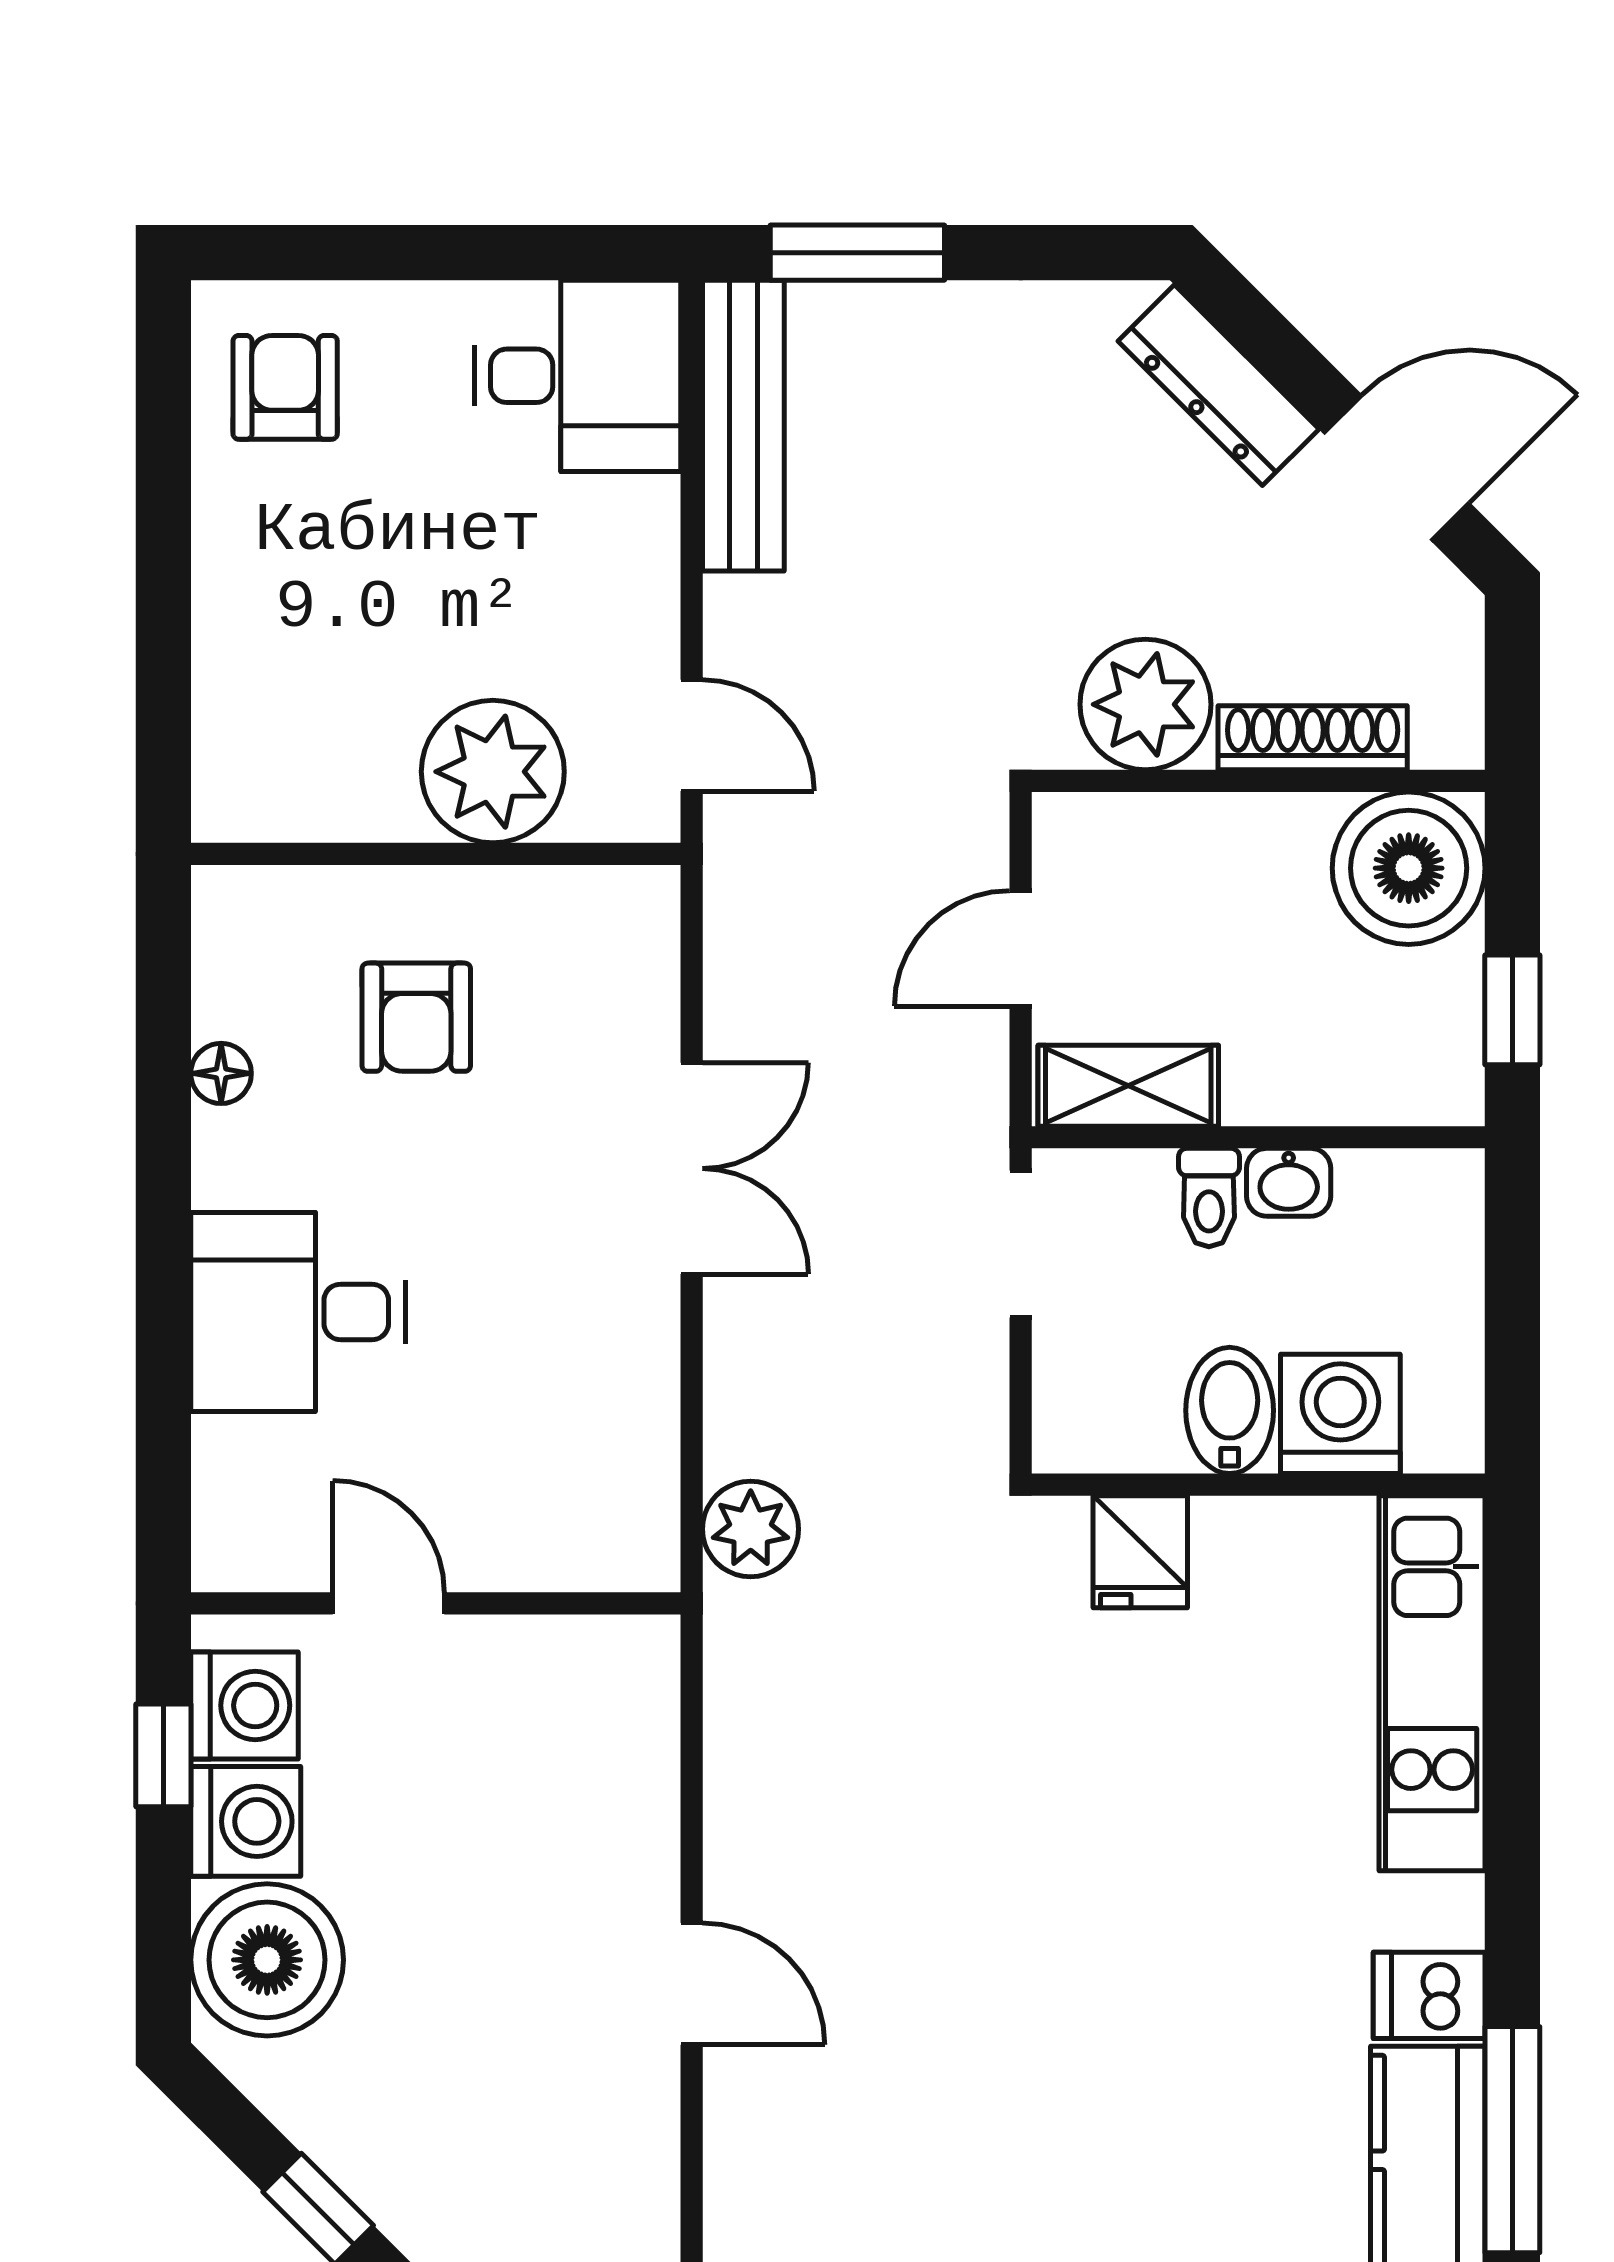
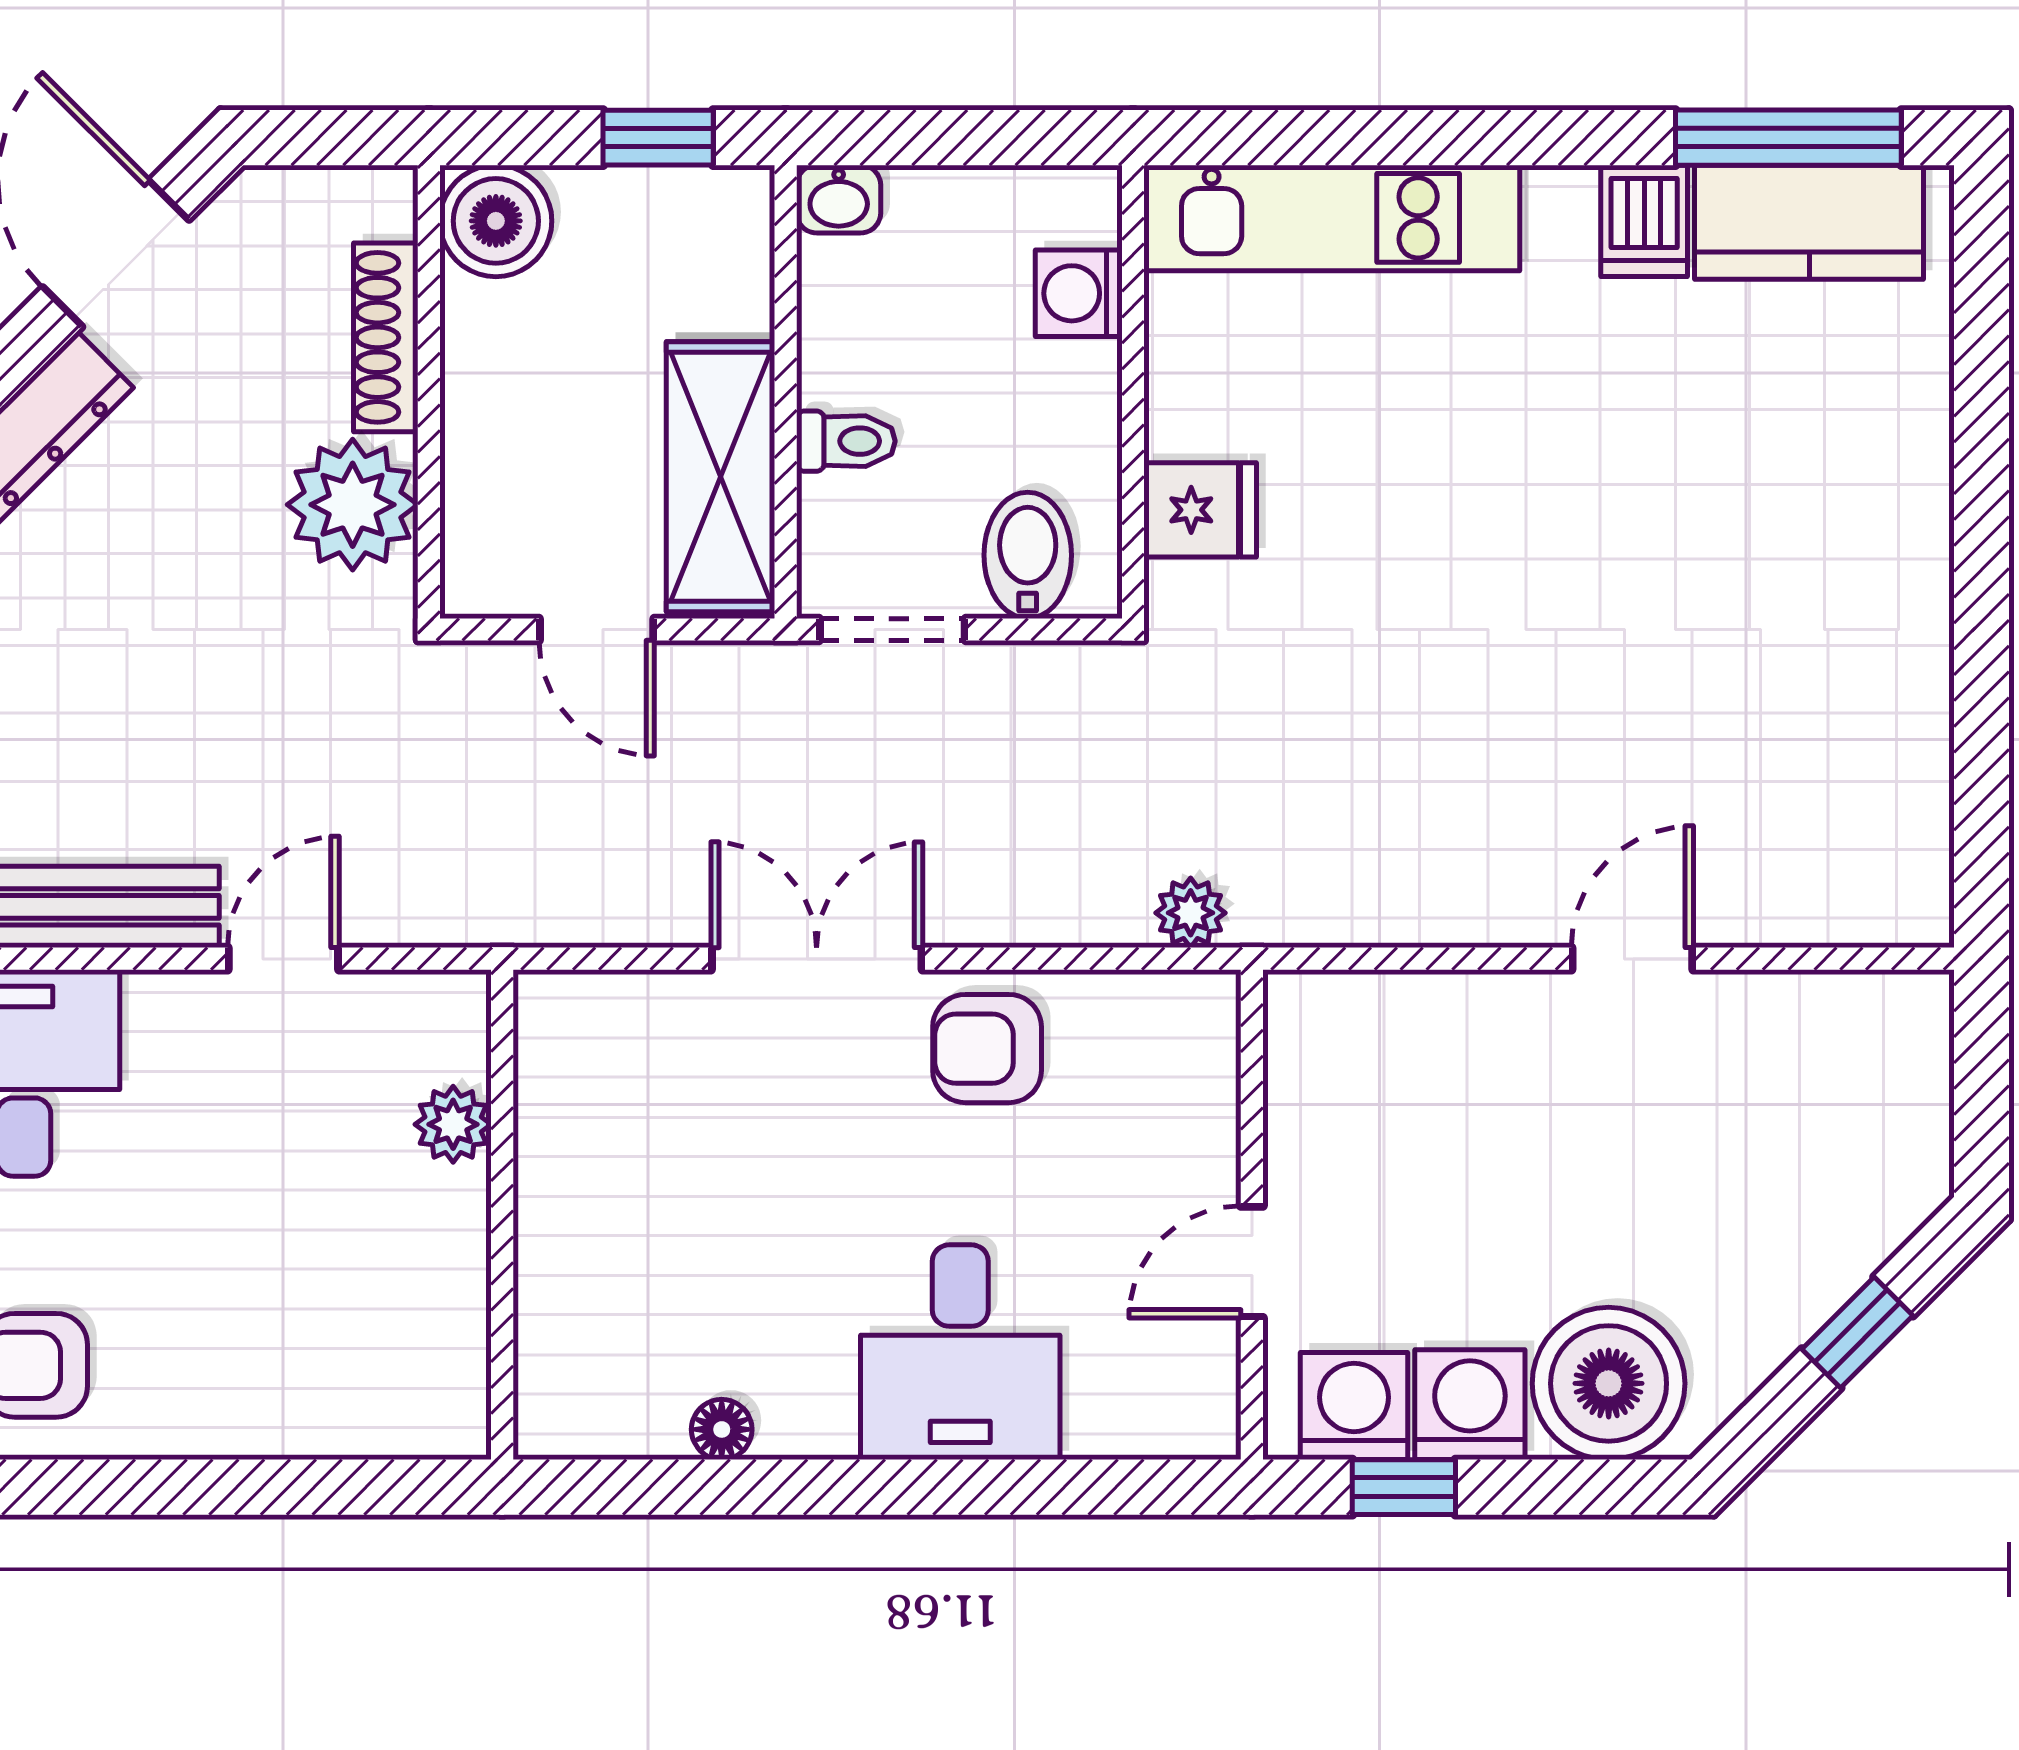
door: (692, 735) -> (283, 959), moved
plant: (493, 772) -> (453, 1124), width x0.53, depth x0.53
boiler: (1409, 868) -> (496, 221), width x0.73, depth x0.73
armchair: (416, 1017) -> (987, 1049), moved, turned 180
shelving: (1128, 1086) -> (721, 477), width x1.50, depth x1.33
washbasin: (1289, 1182) -> (839, 199), moved, turned 90
bidet: (1230, 1410) -> (1028, 555), moved, turned 90
washing machine: (1340, 1414) -> (1079, 293), width x0.73, depth x0.73
plant: (751, 1529) -> (1191, 913), width x0.73, depth x0.73

